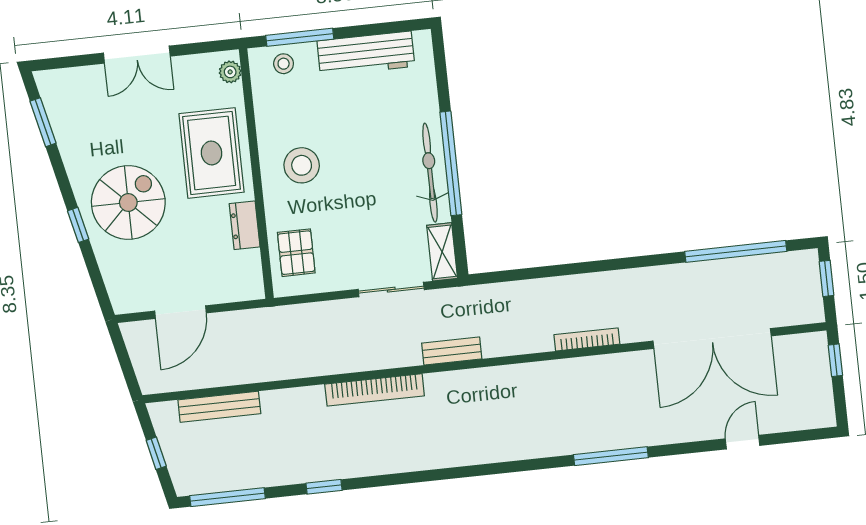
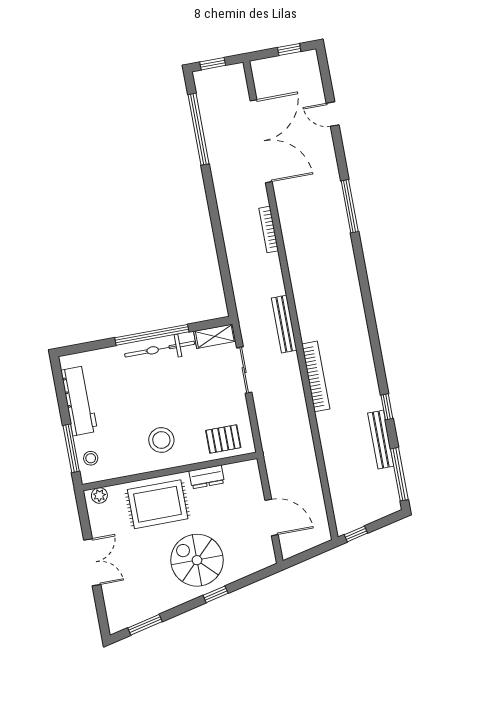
bench: (452, 351) -> (284, 324), width x1.36
window: (835, 360) -> (289, 49), moved
bench: (219, 407) -> (381, 440), moved
window: (156, 453) -> (356, 534), moved

